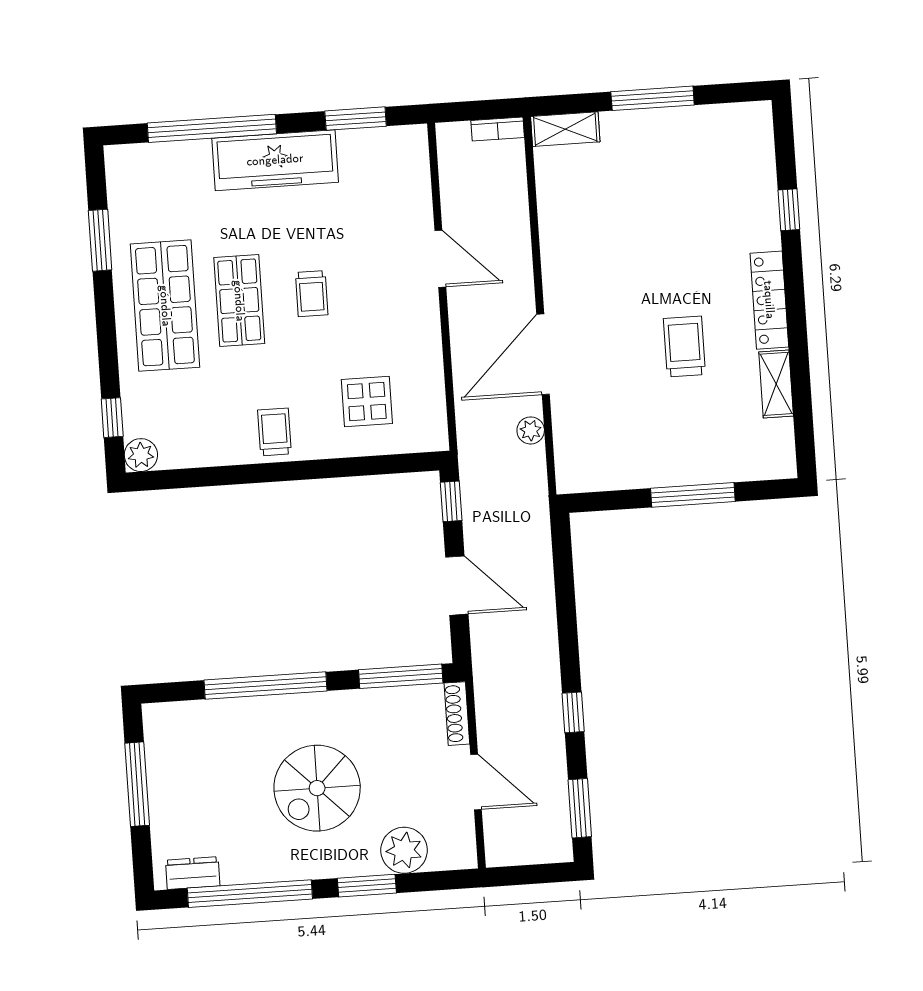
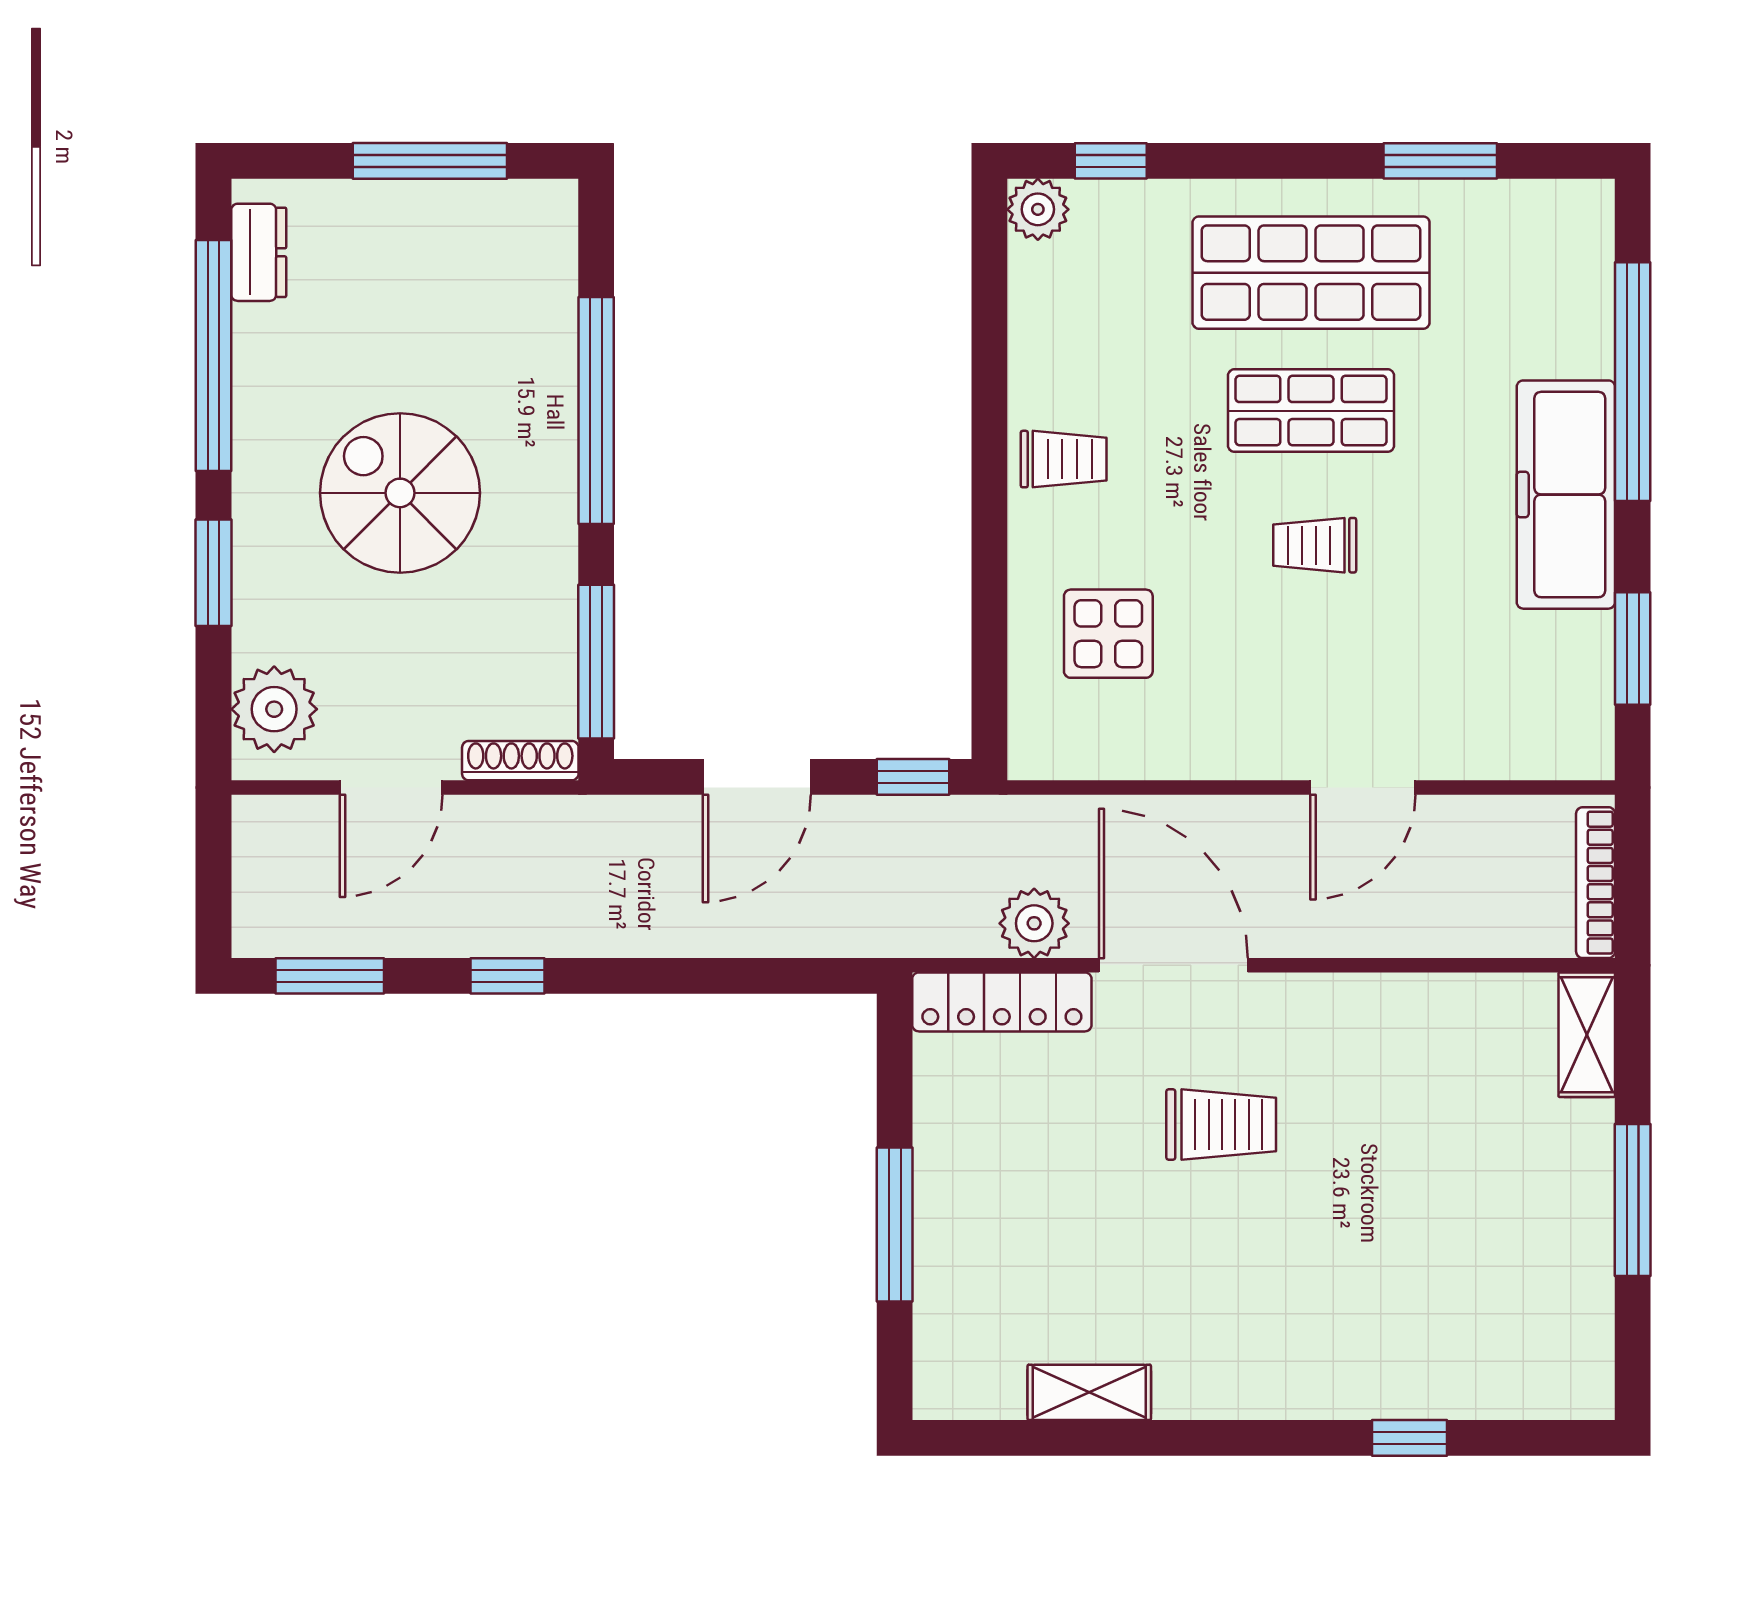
bookcase: (498, 129) -> (1596, 883), width x1.56
locker: (769, 300) -> (1002, 1002), moved, turned 180
trolley: (684, 347) -> (1221, 1125), moved
plant: (531, 430) -> (1034, 923), width x1.38, depth x1.38
plant: (404, 850) -> (274, 709), moved

